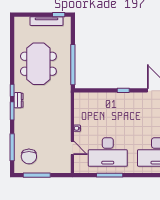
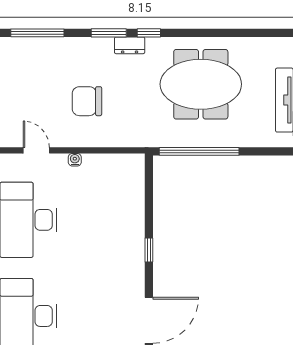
door: (72, 148) -> (36, 150), swing flipped
chair: (29, 156) -> (87, 101), moved

